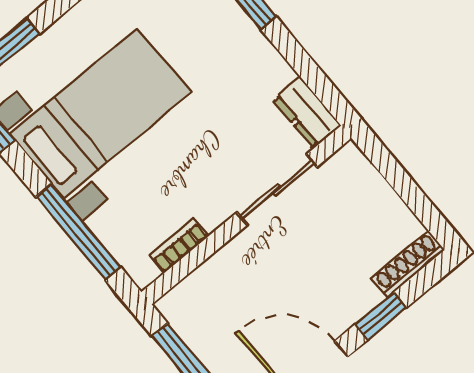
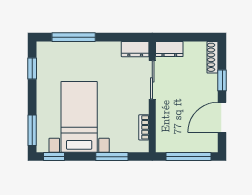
dresser: (358, 174) -> (169, 49), added
window: (78, 232) -> (112, 157), width x0.69

